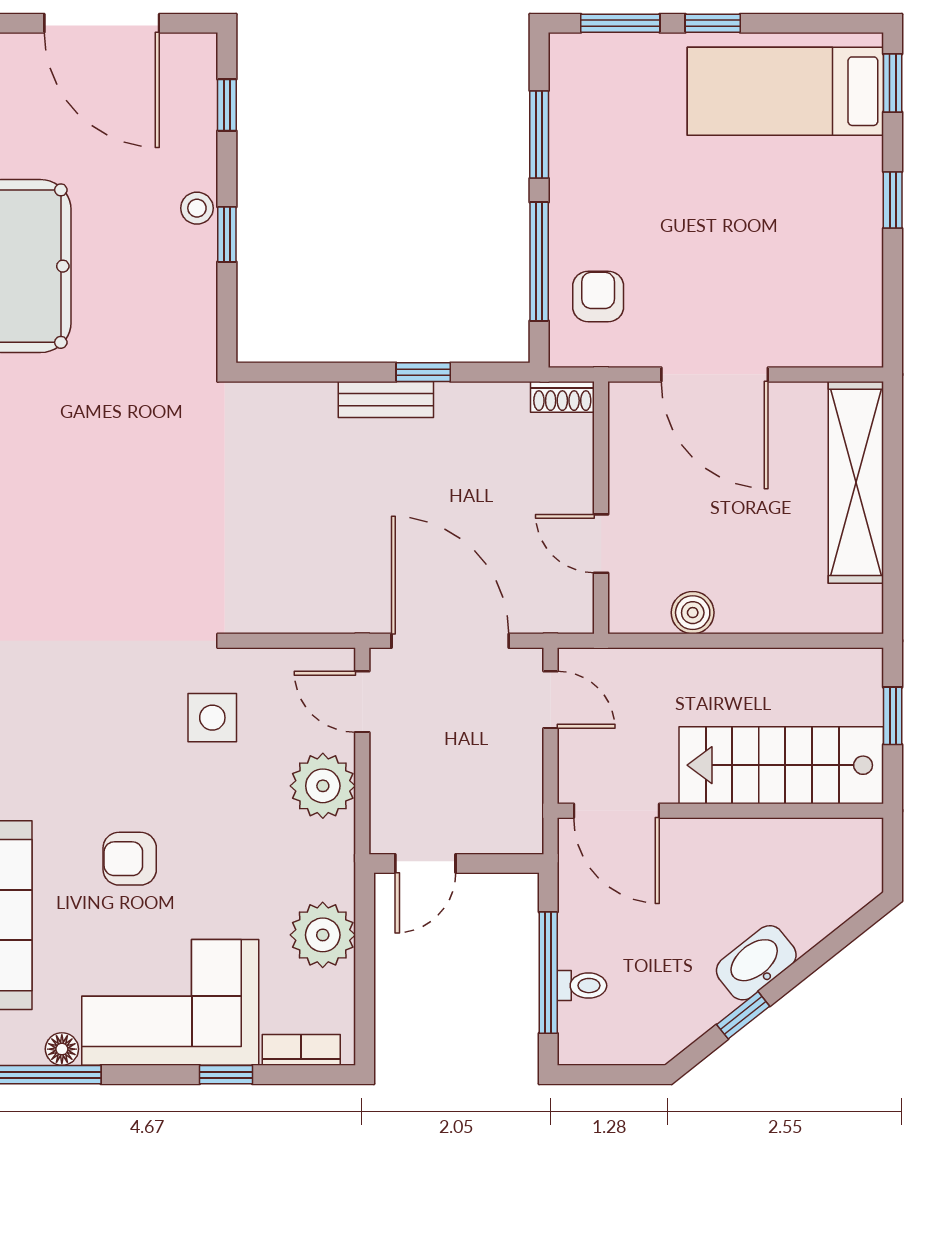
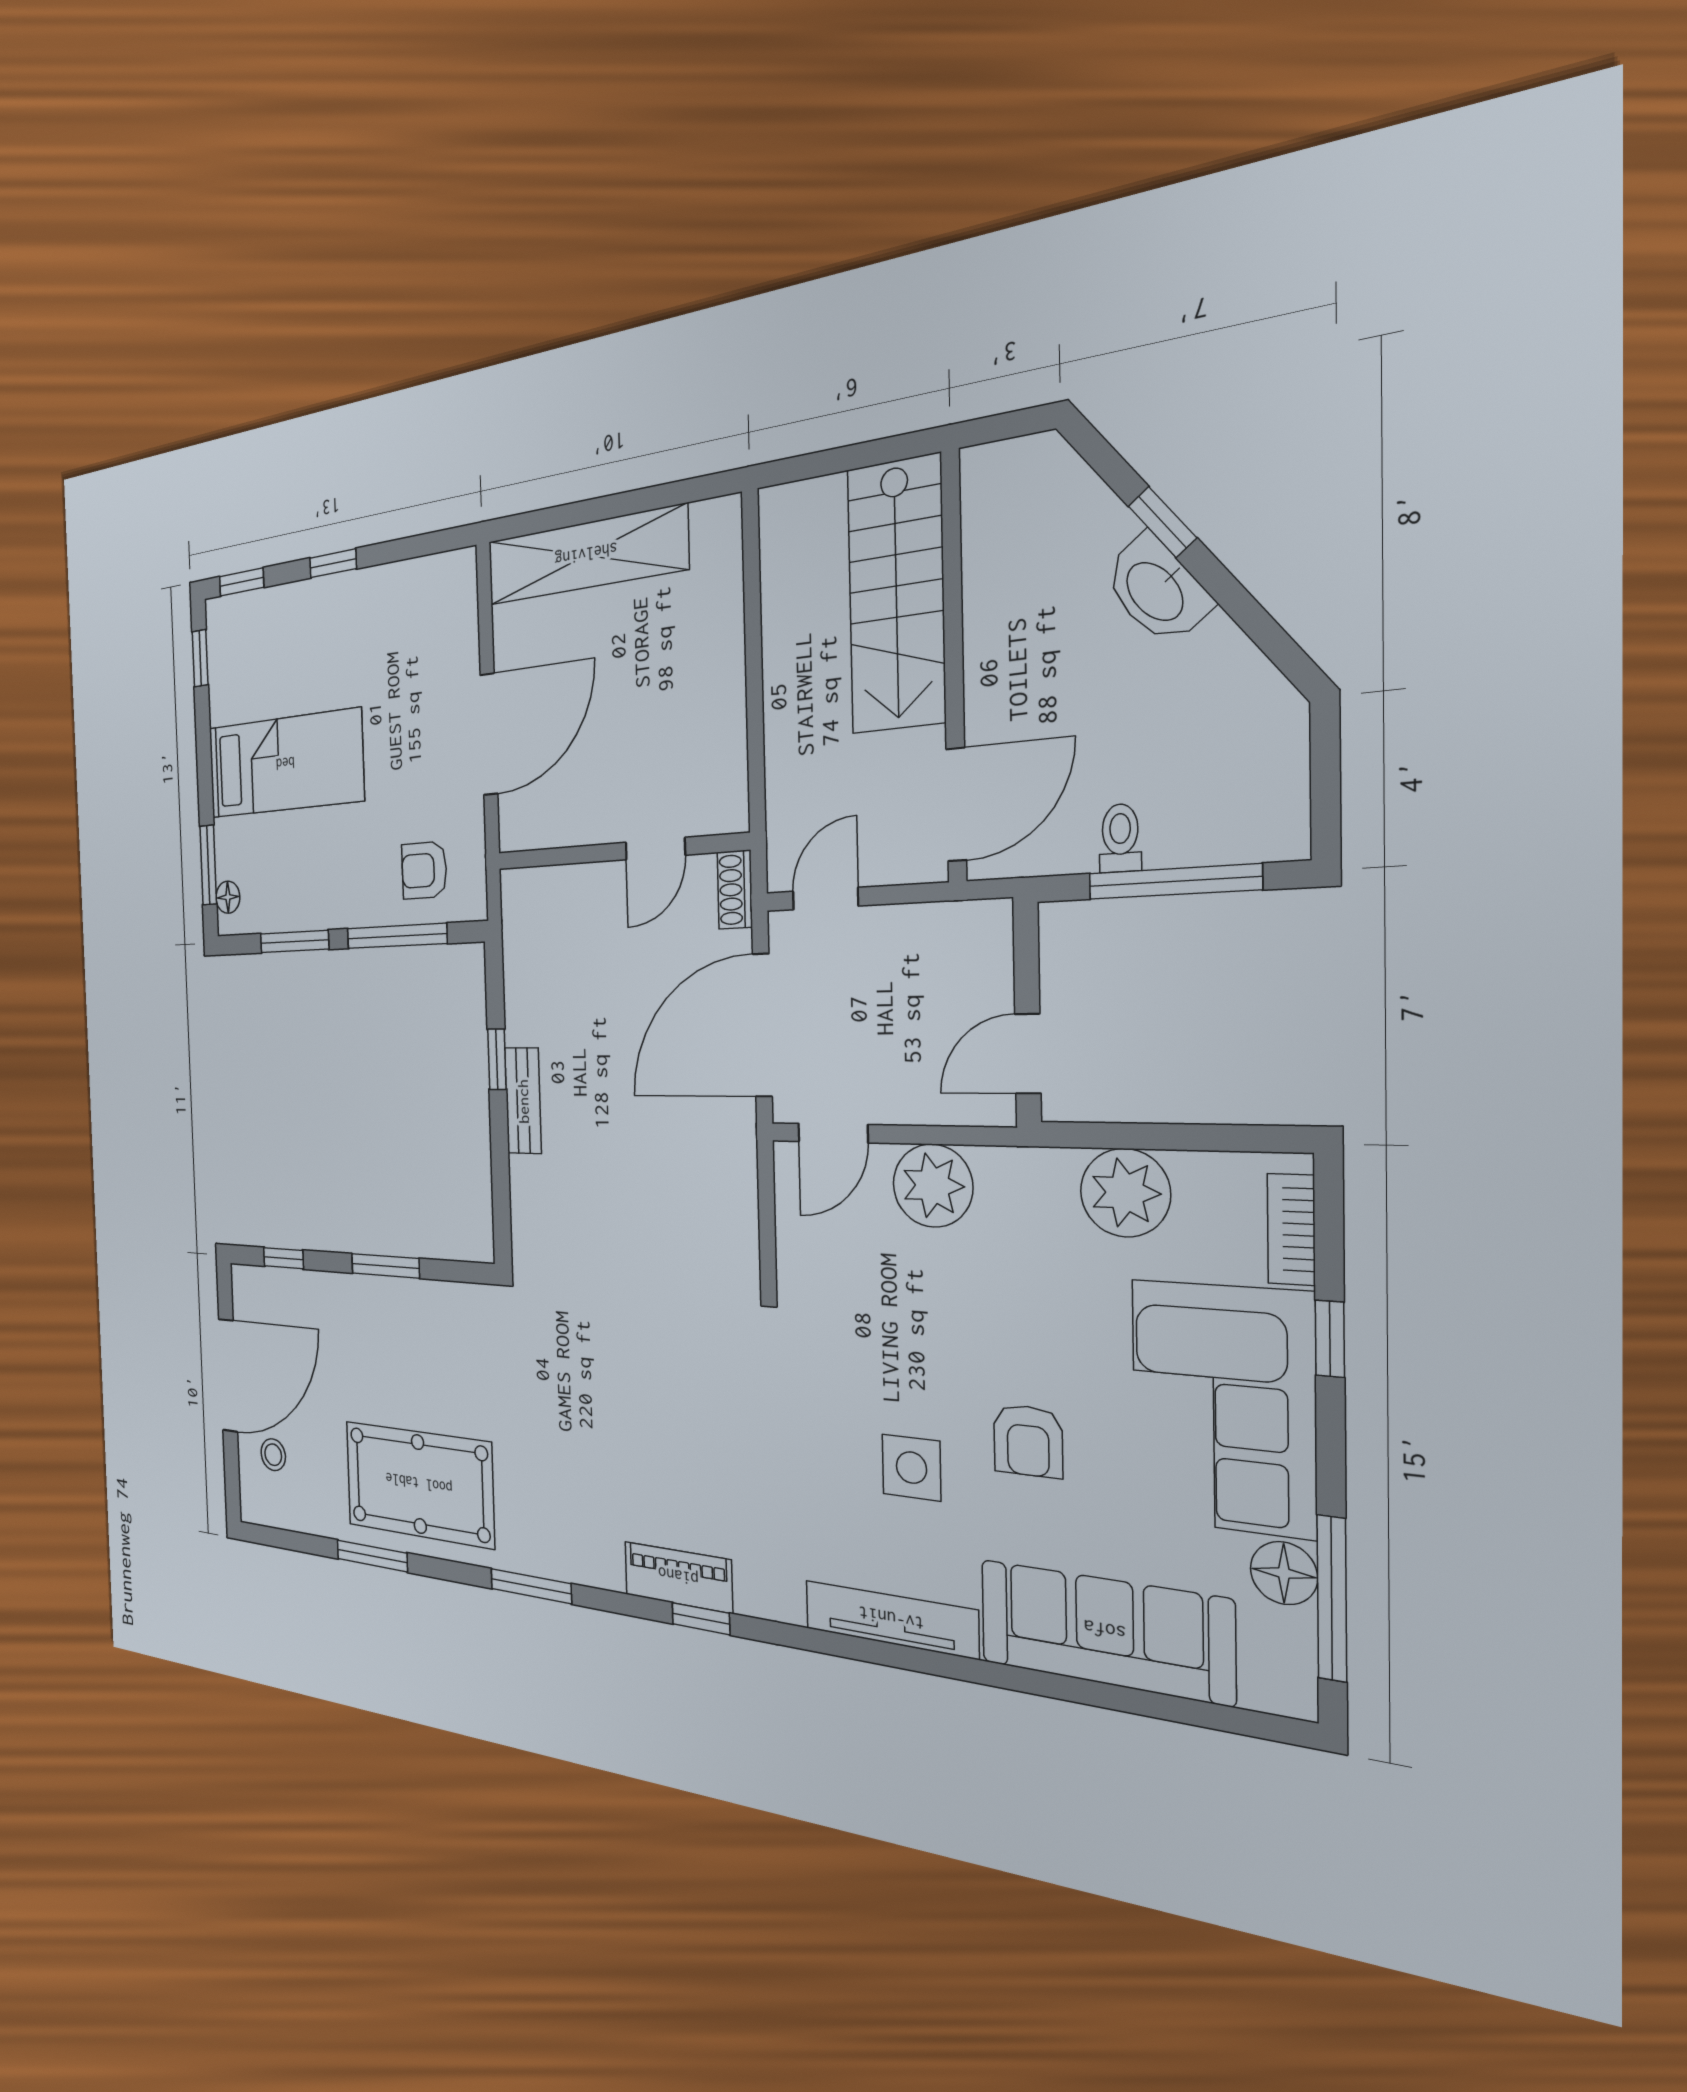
window: (713, 23) -> (200, 658), moved
floor lamp: (587, 48) -> (228, 897), added
bed: (785, 91) -> (285, 764), moved, turned -90
stool: (197, 208) -> (273, 1455), moved
window: (227, 234) -> (385, 1266), width x1.50
shoe rack: (562, 397) -> (735, 890), moved, turned 180
boiler: (693, 613) -> (725, 731), removed
window: (893, 716) -> (835, 461), removed
side table: (212, 718) -> (911, 1468), moved
door: (425, 863) -> (1028, 1054), swing flipped
toilet: (582, 986) -> (1120, 838), moved
window: (743, 1015) -> (1162, 522), moved
floor lamp: (62, 1049) -> (1284, 1573), width x1.37, depth x1.37

